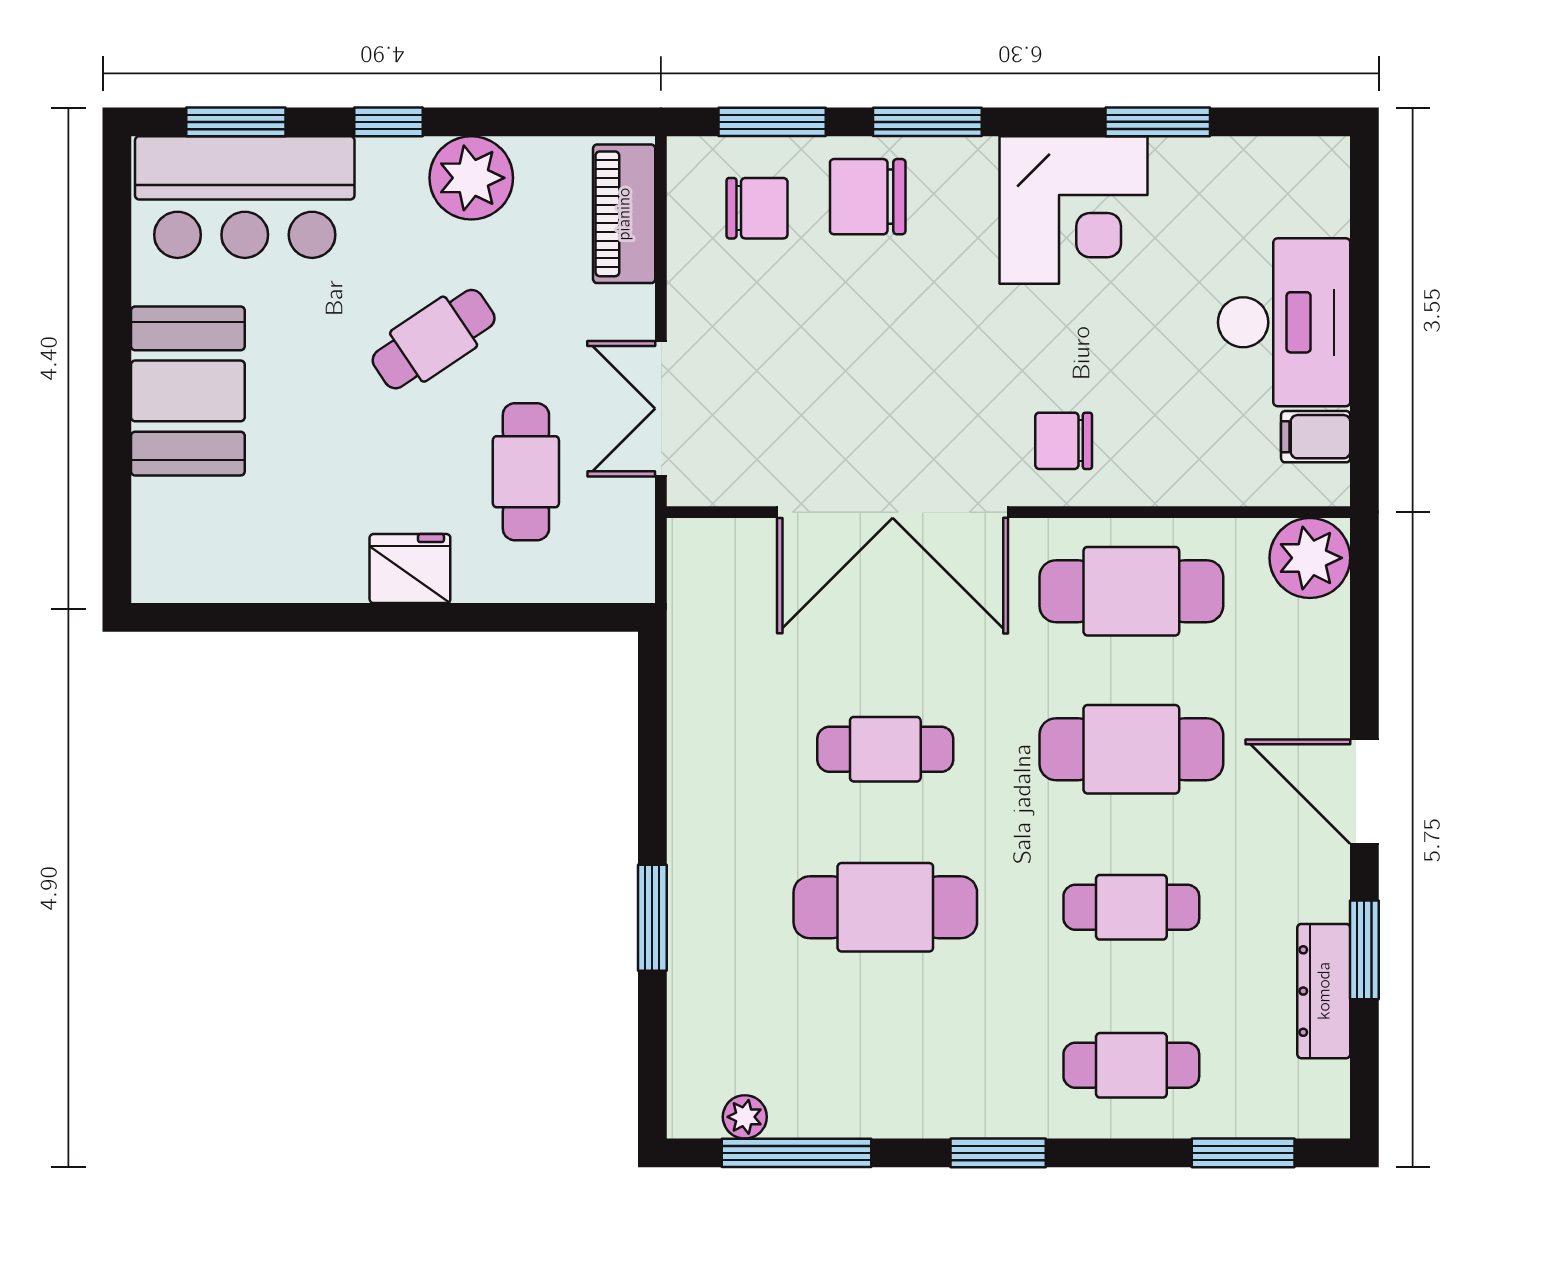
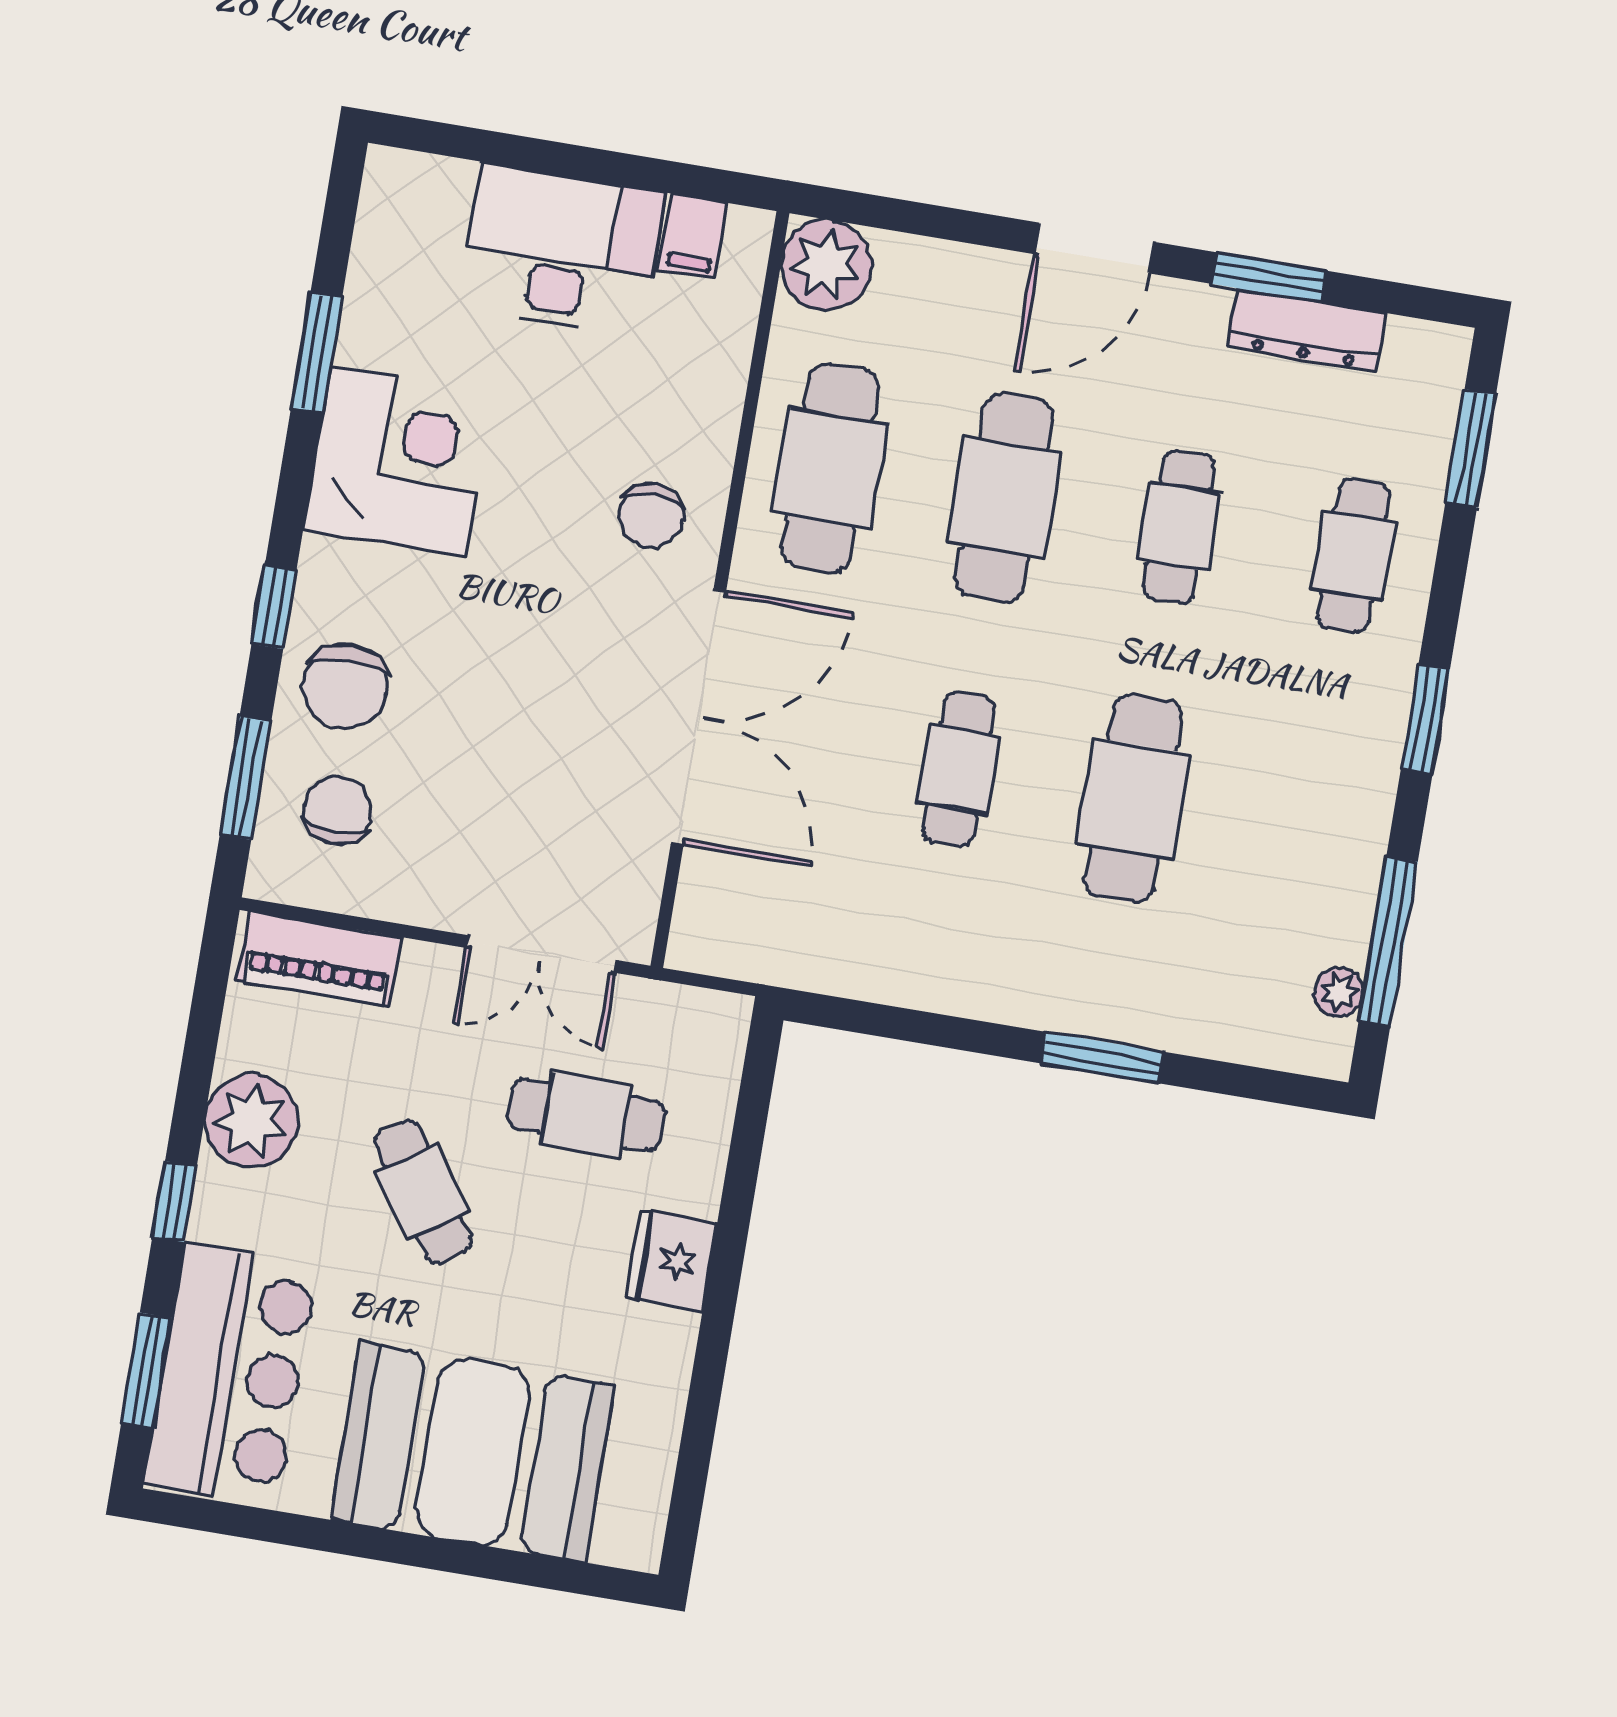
window: (927, 122) -> (274, 607), width x0.67
booth: (188, 391) -> (473, 1452), width x1.36, depth x1.42

